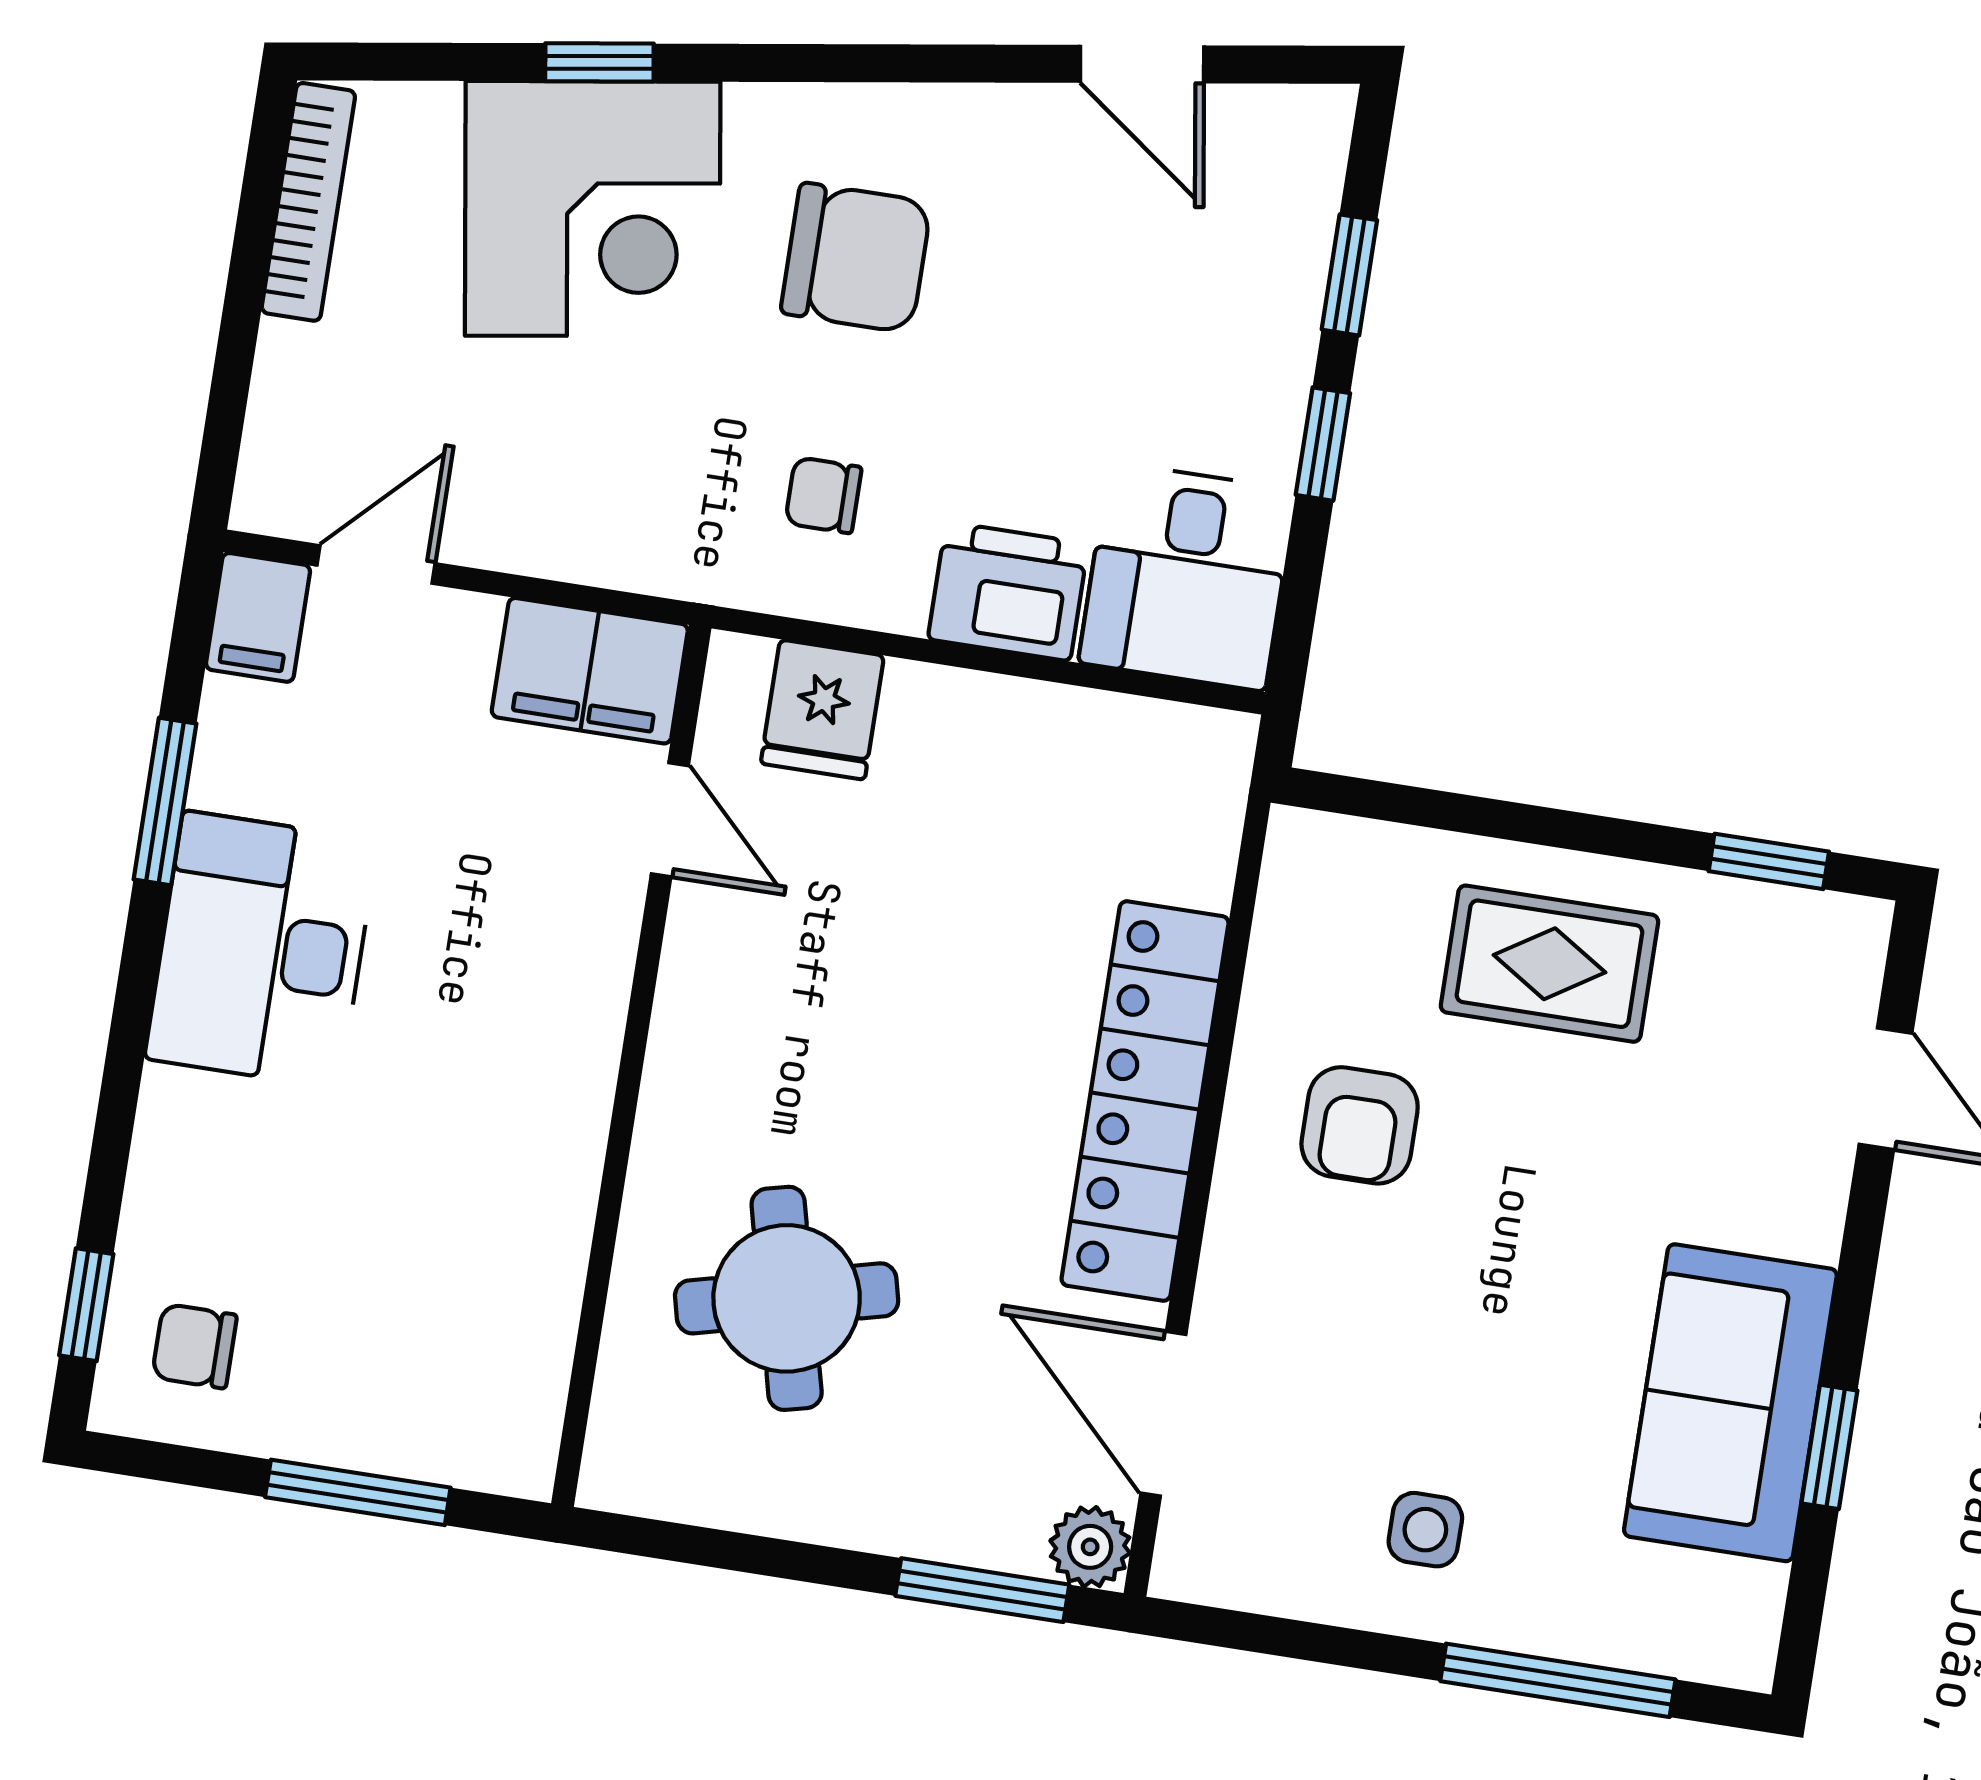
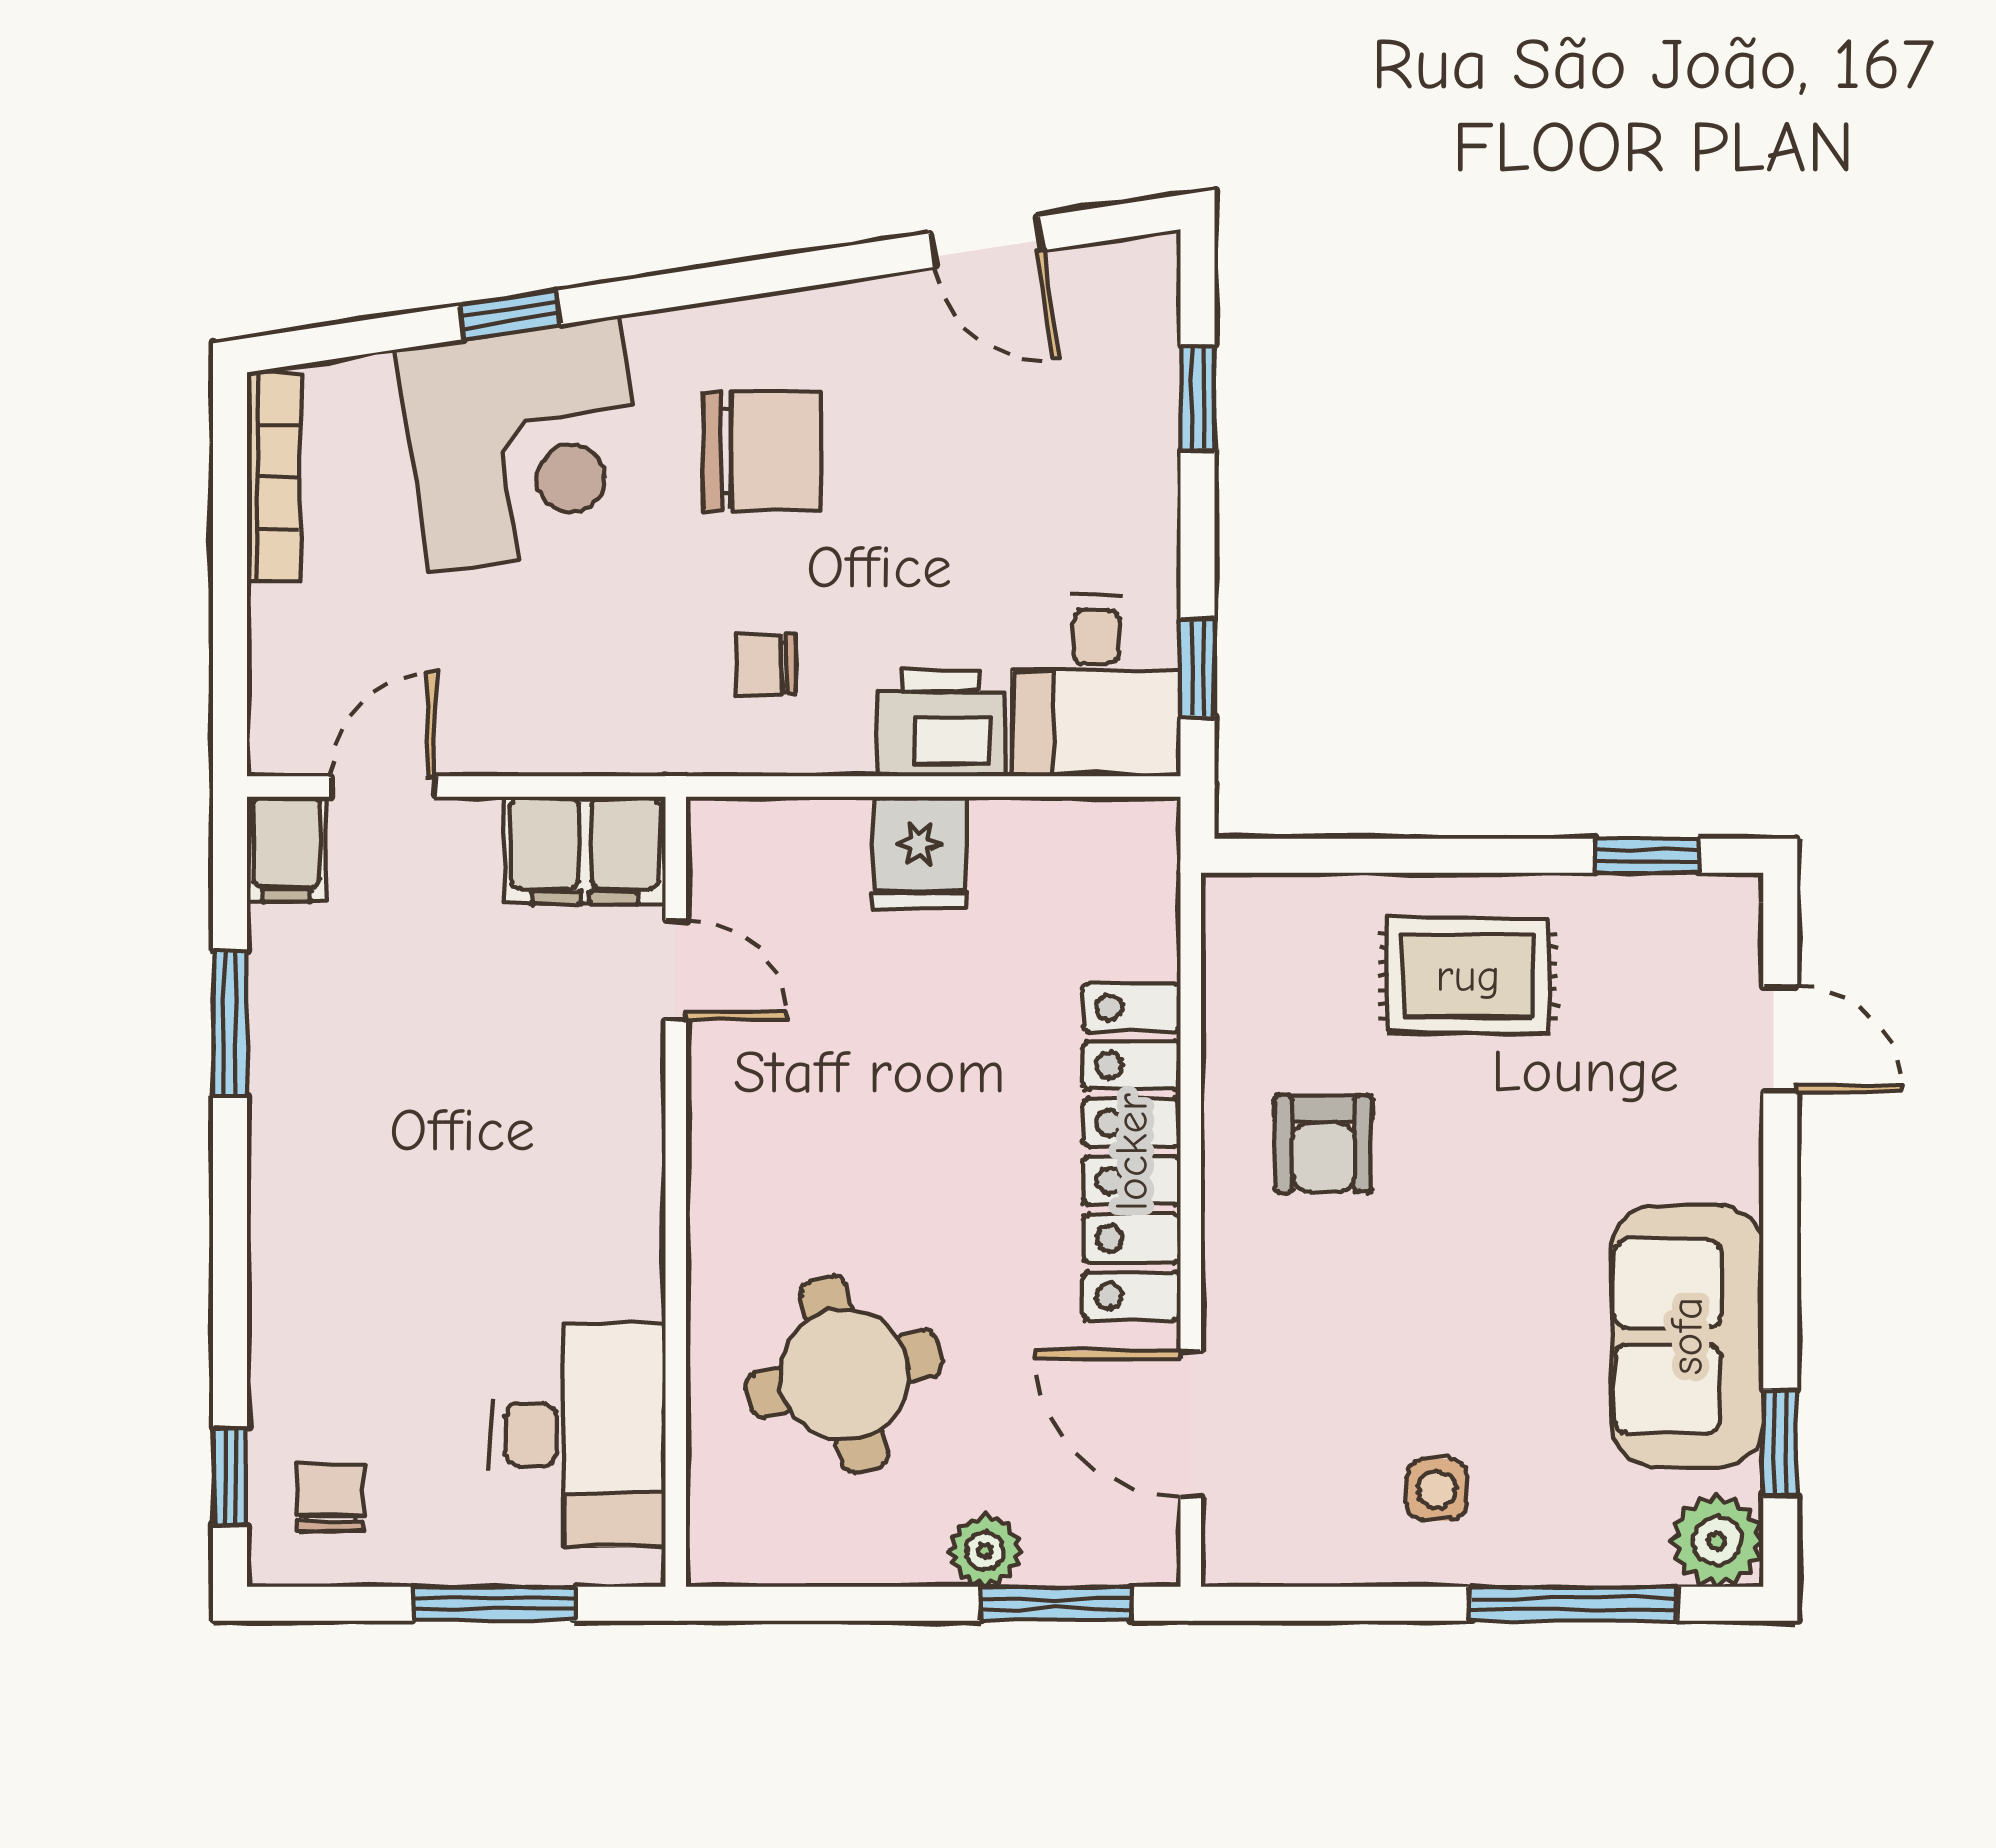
window: (1323, 444) -> (1198, 668), moved
fridge: (822, 710) -> (920, 853), moved
desk: (261, 949) -> (578, 1435), moved, turned 180
chair: (194, 1346) -> (331, 1498), turned 90
window: (1829, 1447) -> (1780, 1442), moved
plant: (1090, 1547) -> (985, 1551), moved
plant: (1728, 1635) -> (1717, 1541), added

